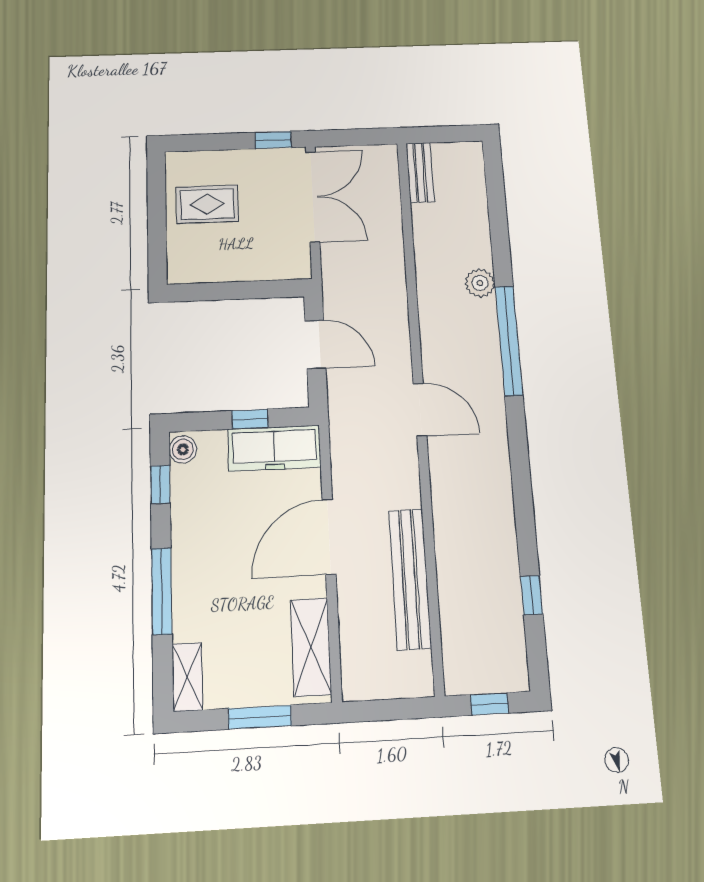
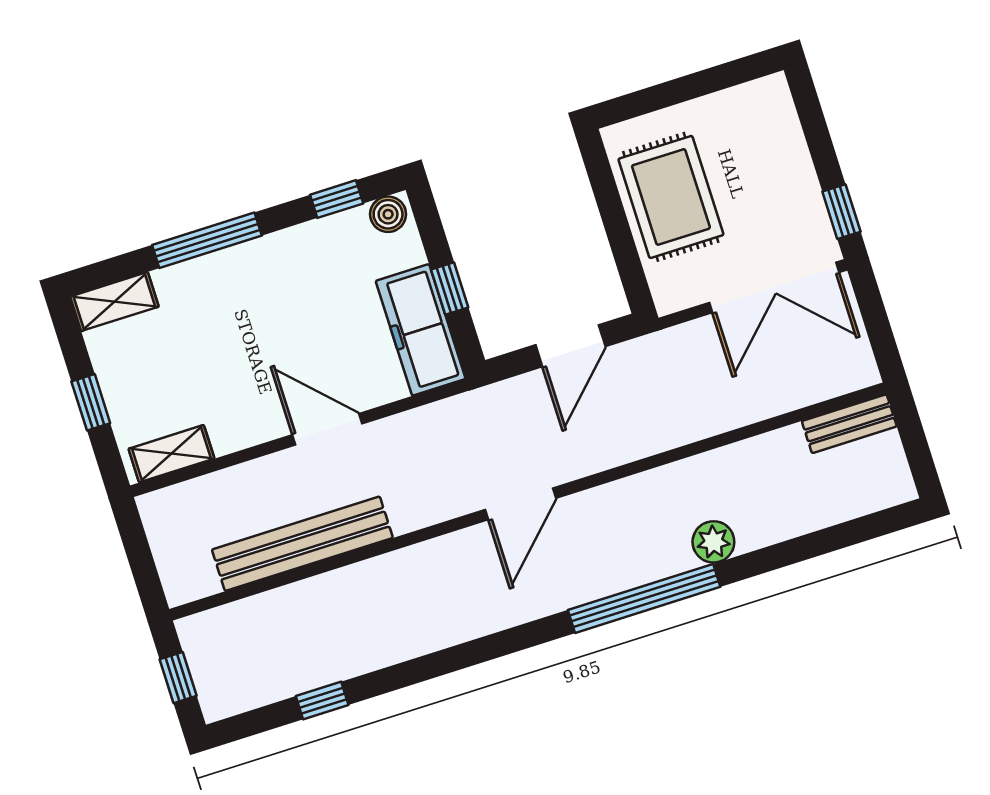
rug: (207, 204) -> (671, 197), moved, width x1.36, depth x1.43
door: (329, 537) -> (327, 429), width x0.73
shelving: (311, 647) -> (171, 454), width x0.67, depth x0.75
window: (260, 717) -> (91, 402), width x0.67

